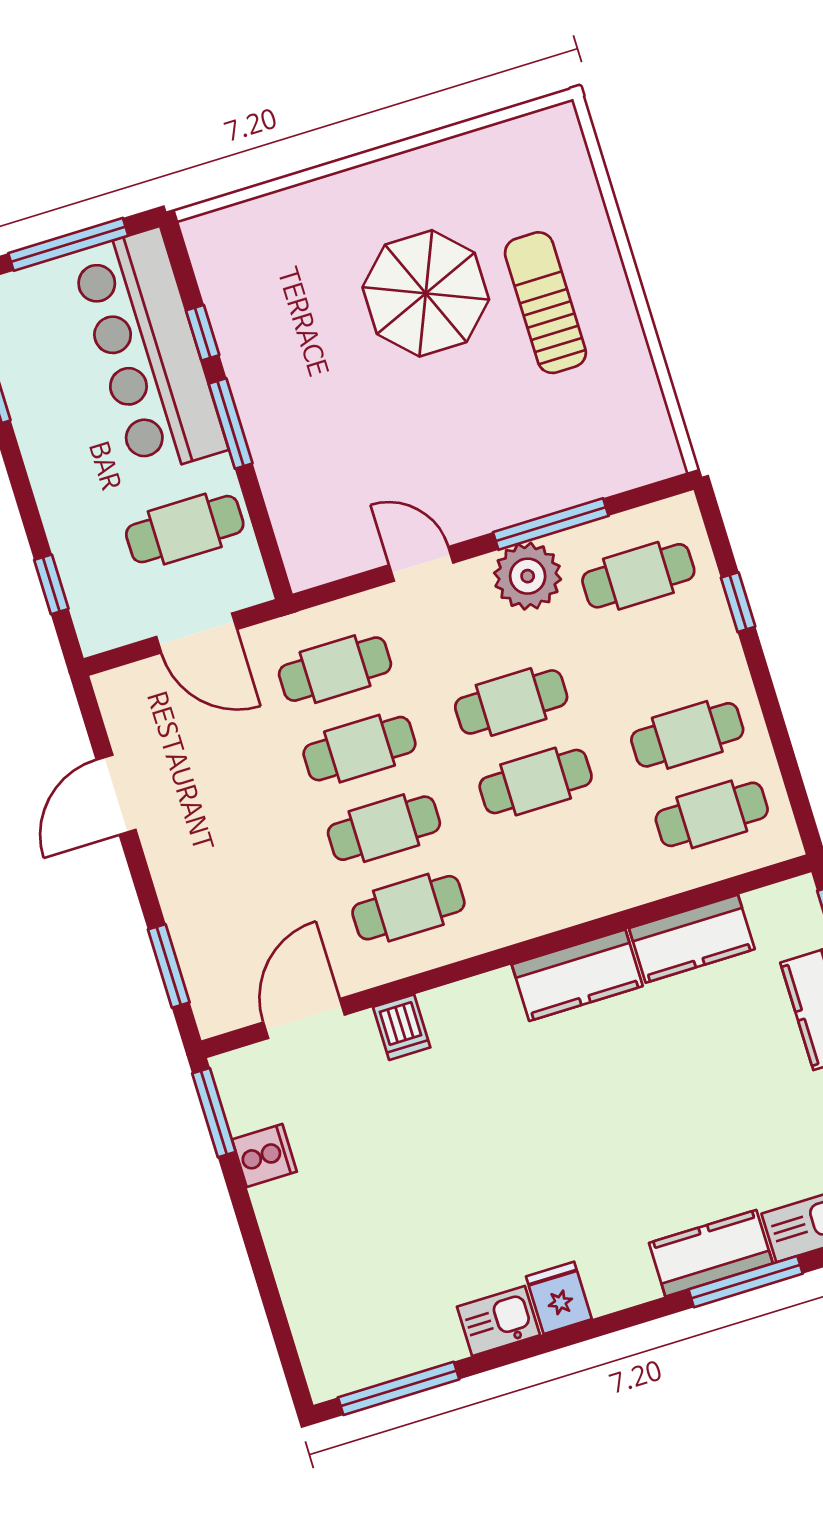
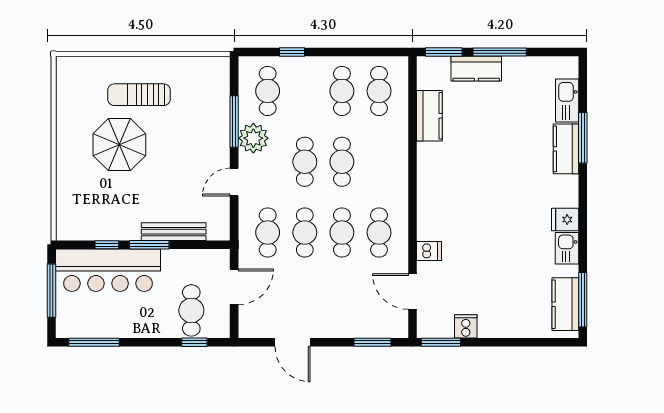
bench: (275, 467) -> (174, 232), added
cafe table: (185, 529) -> (191, 310), moved
kitchen counter: (577, 975) -> (565, 304), moved, turned 180

